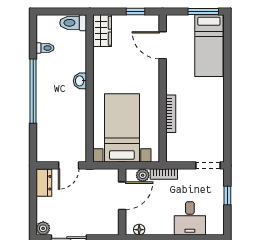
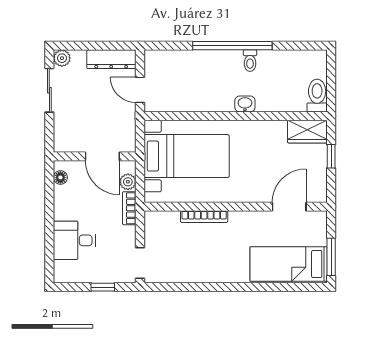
window: (136, 11) -> (331, 156), moved
toilet: (45, 48) -> (250, 61), moved
dresser: (44, 183) -> (111, 59), width x1.44

